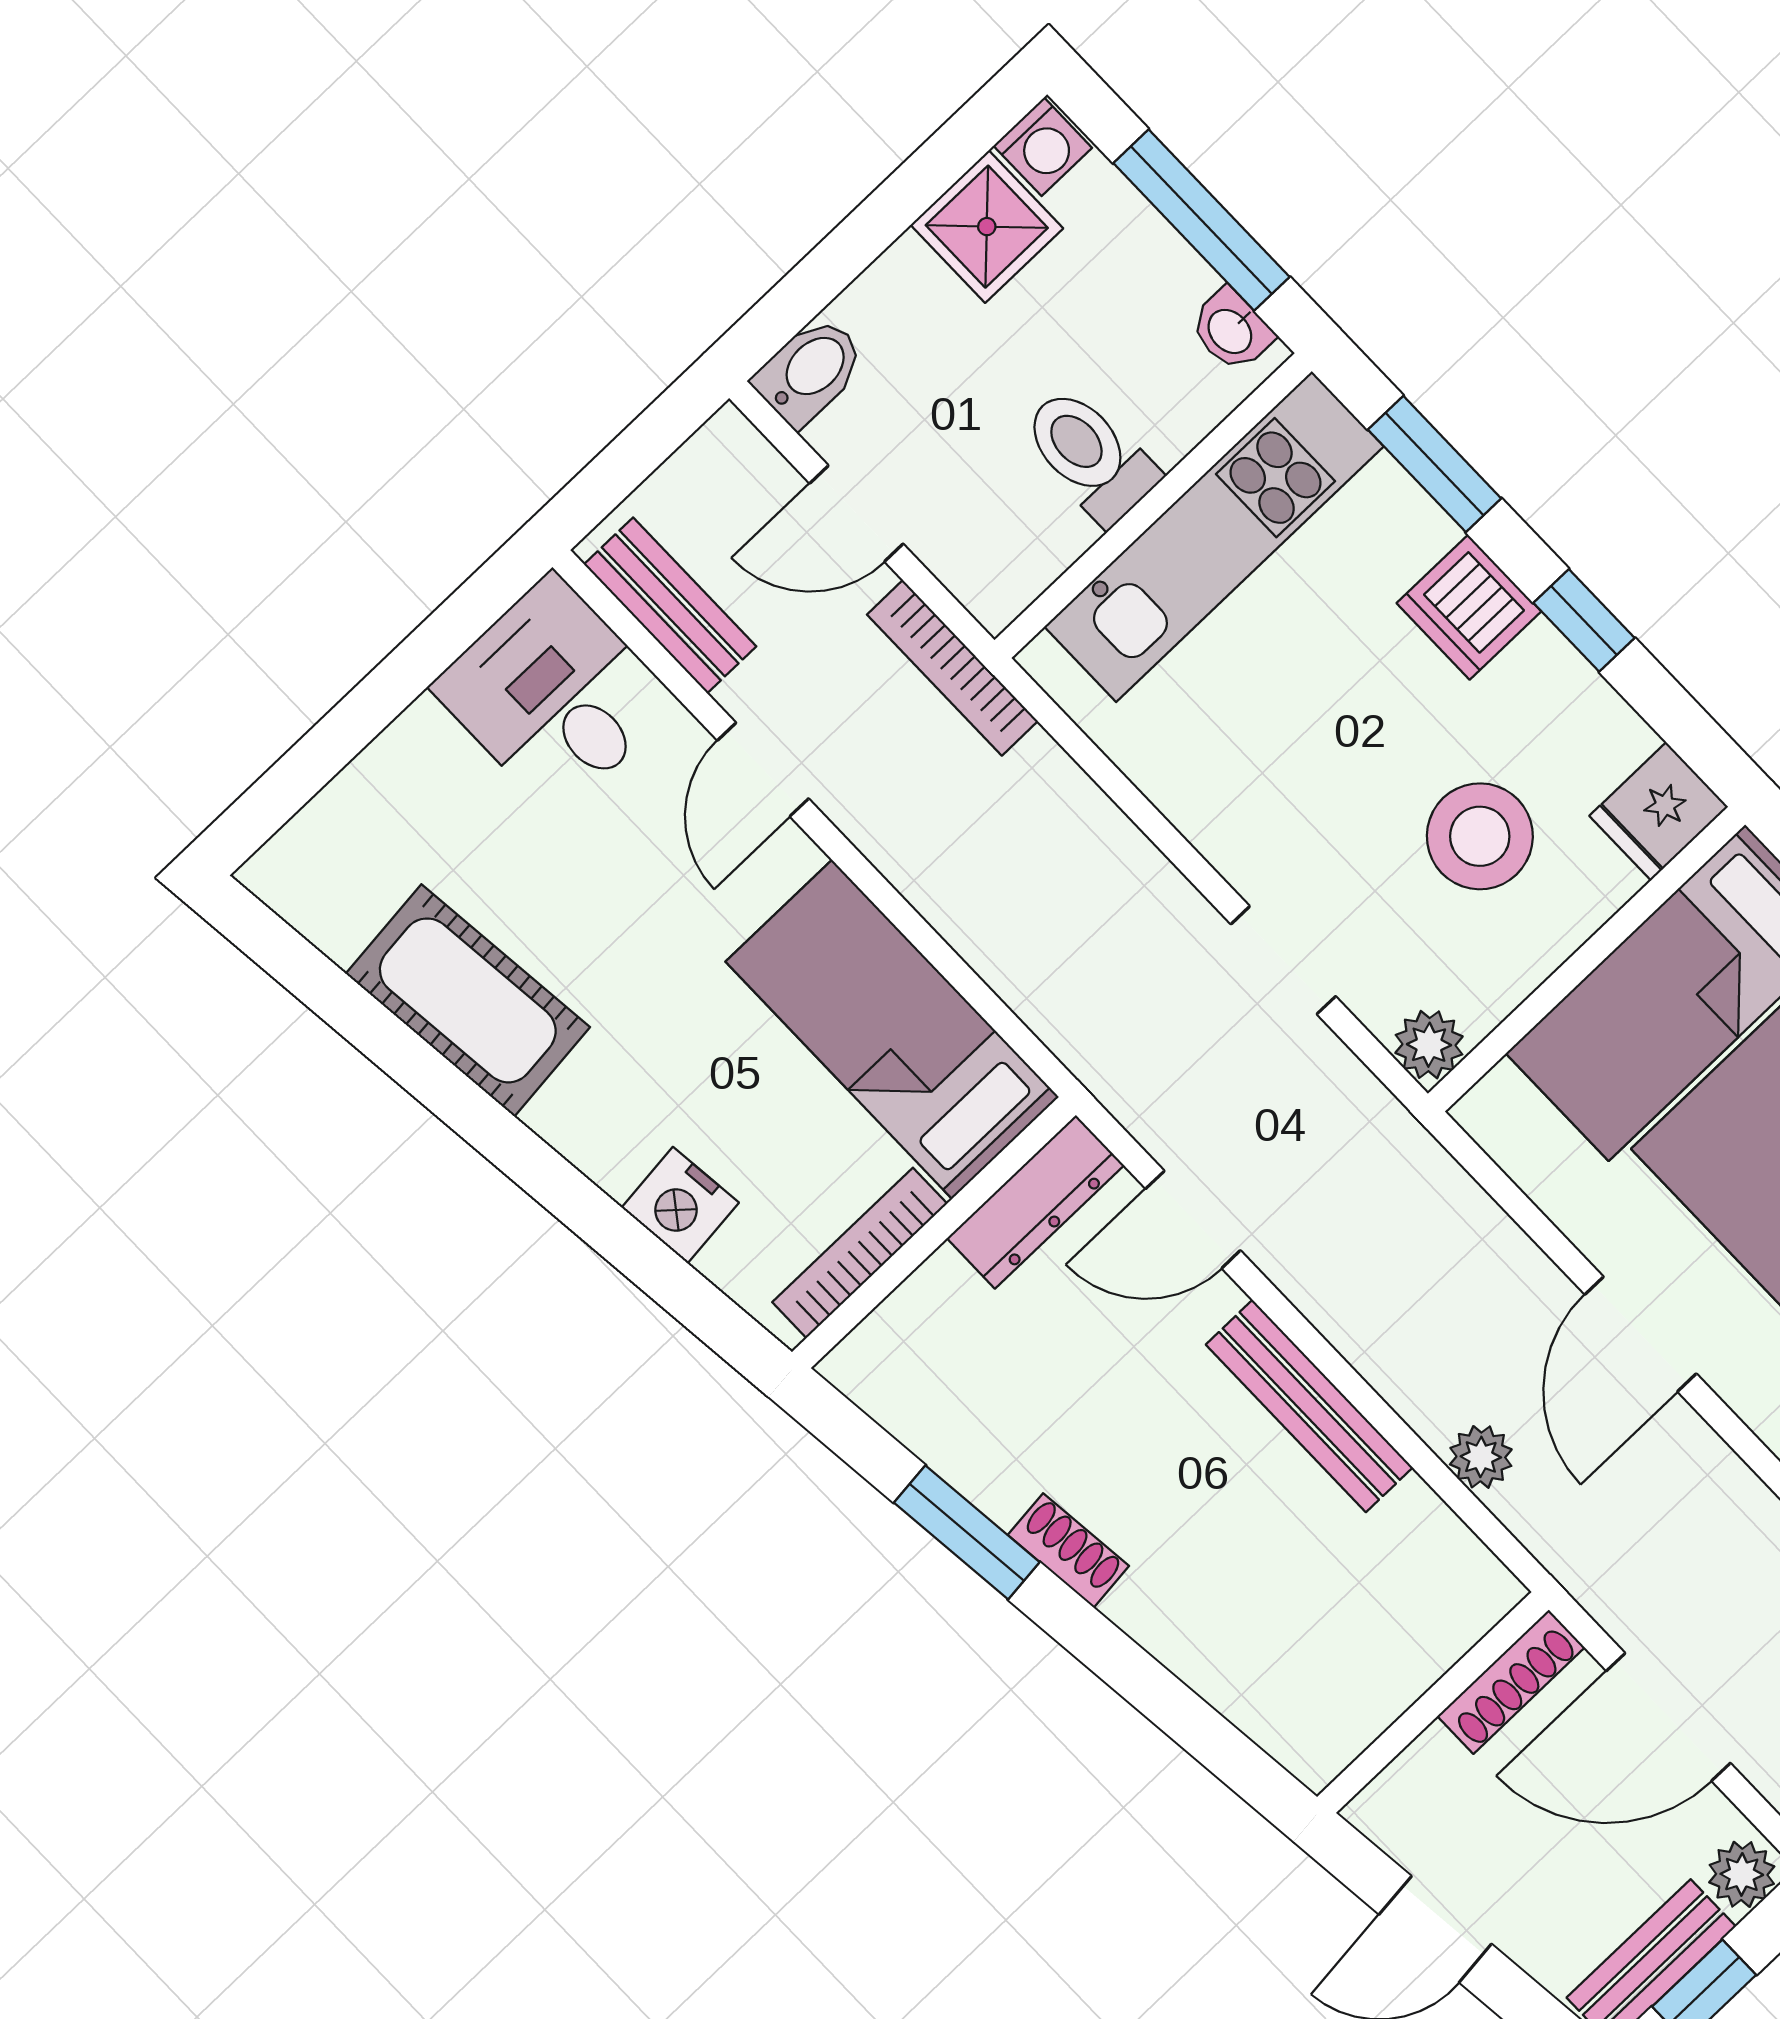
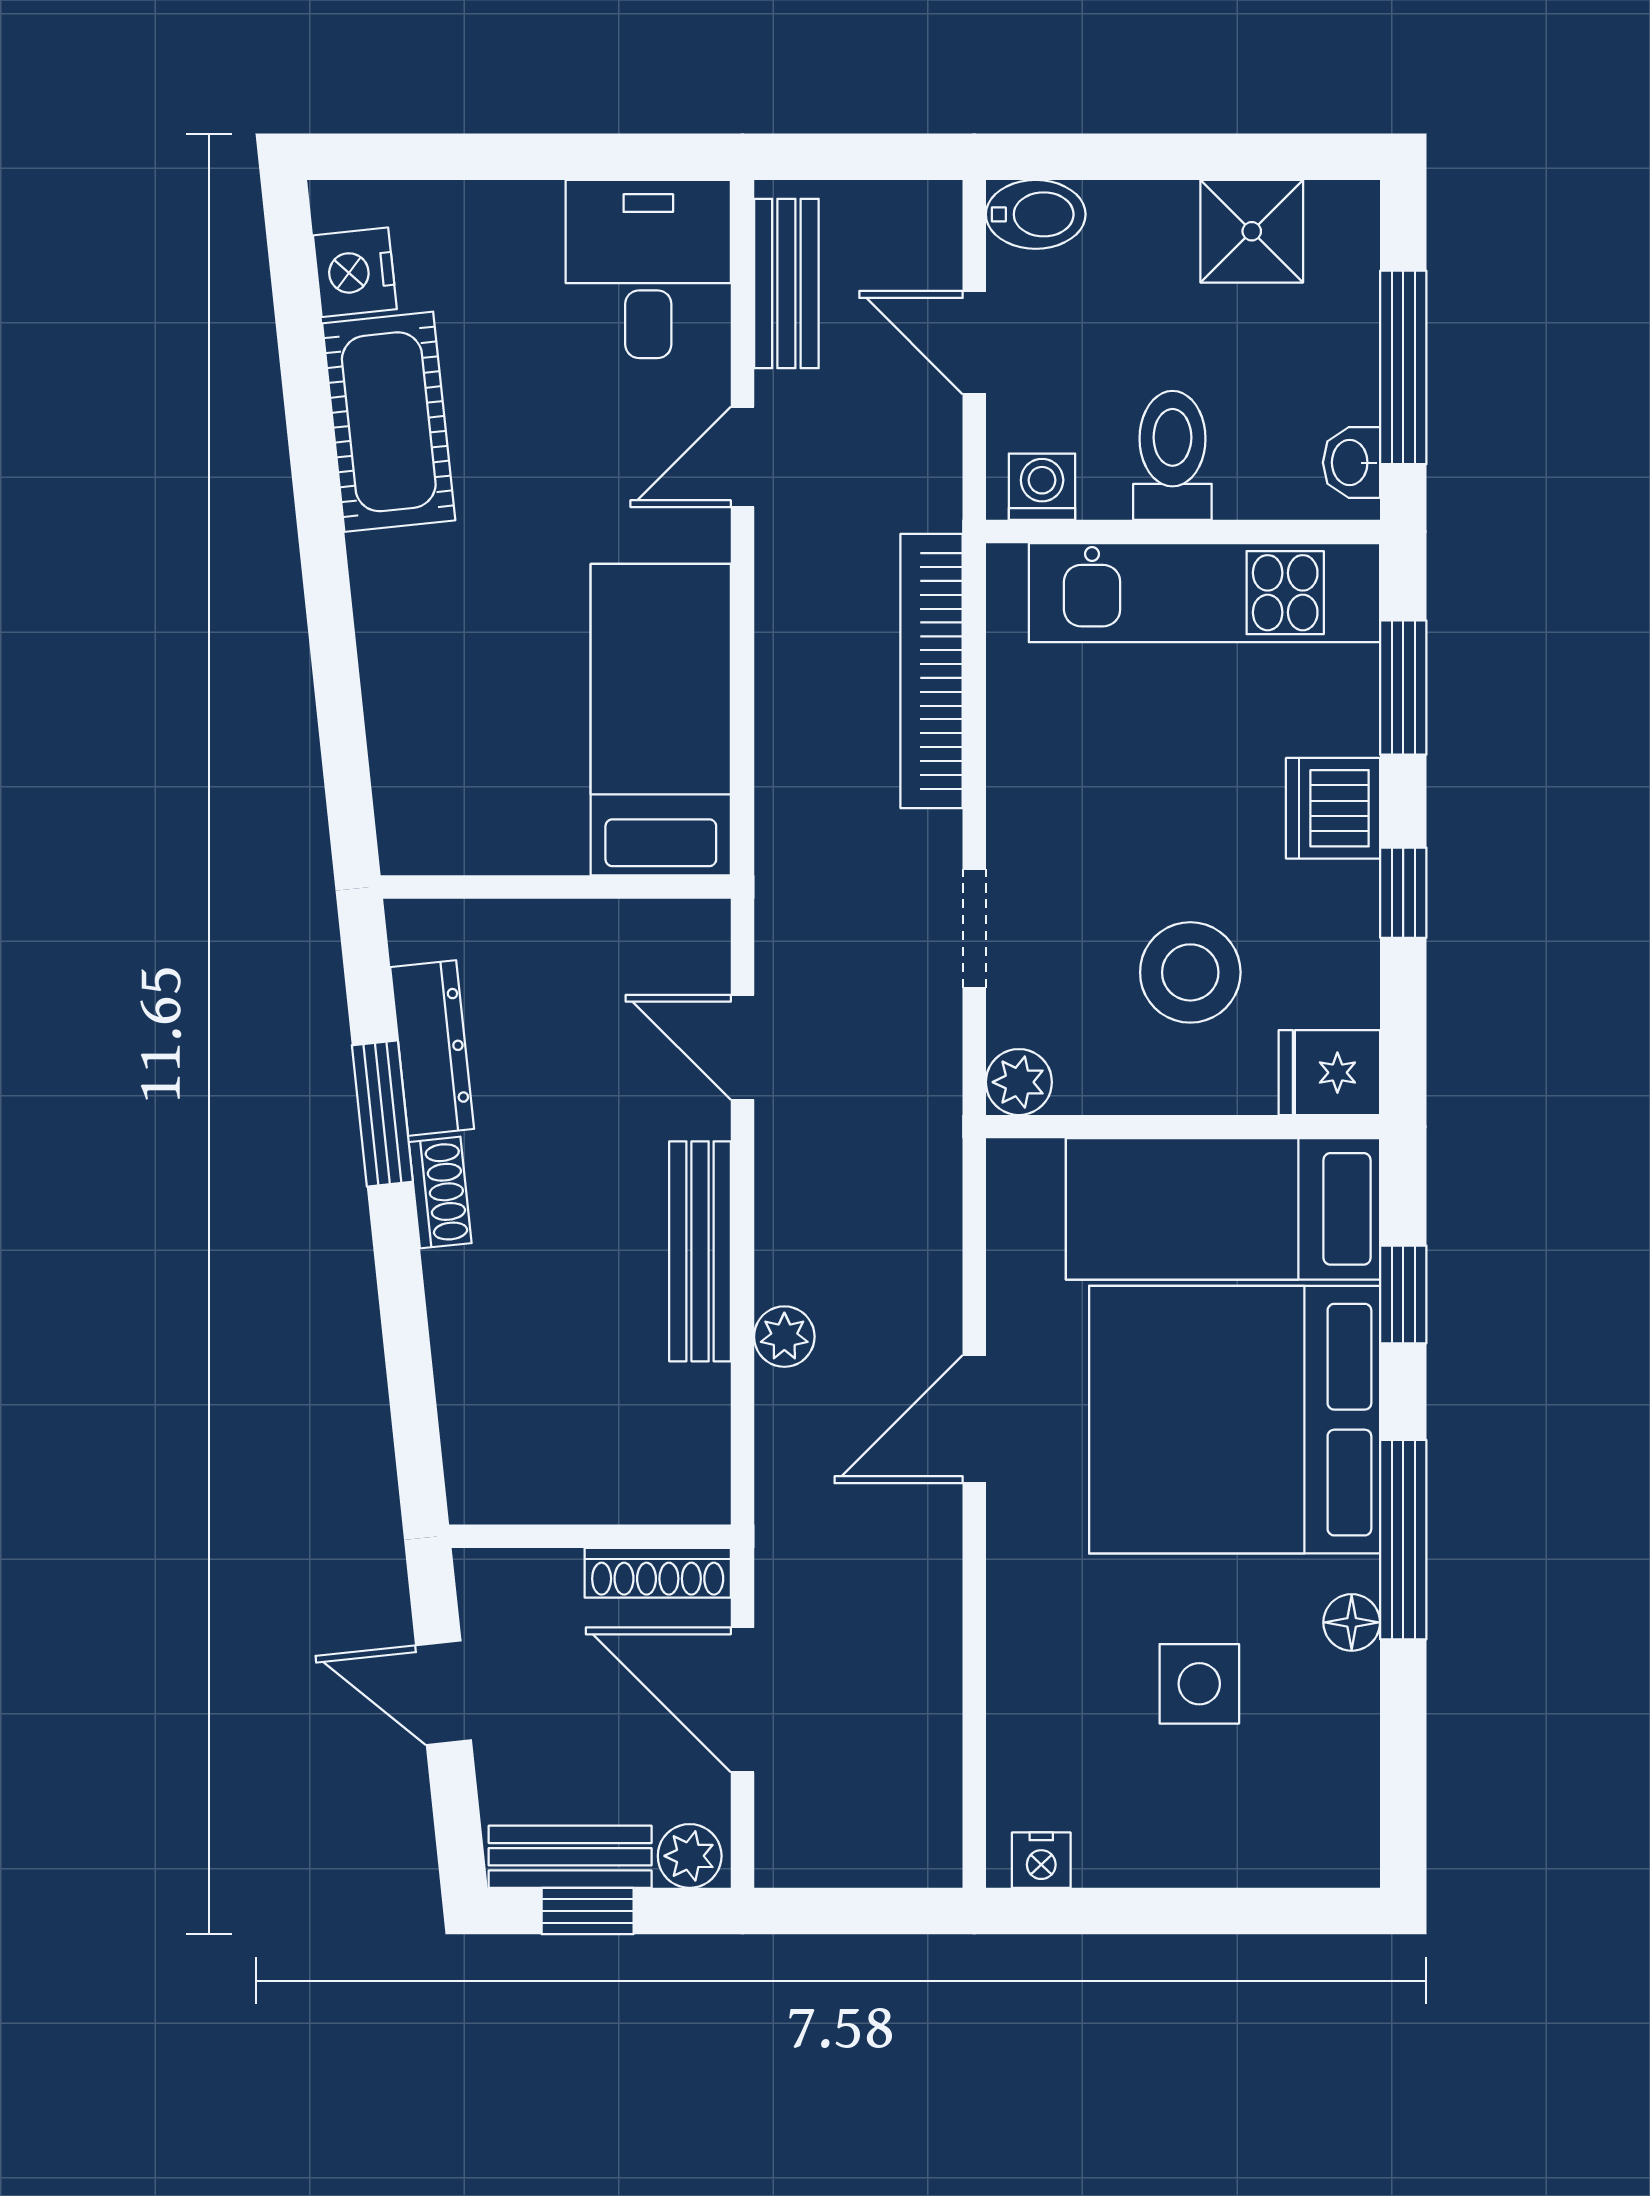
washing machine: (1043, 147) -> (1042, 487), moved, turned 180
bookcase: (952, 668) -> (932, 671), moved, width x1.48, depth x1.31
dresser: (1035, 1202) -> (432, 1048), moved, turned -96
nightstand: (680, 1205) -> (355, 272), moved
bookcase: (860, 1253) -> (492, 852), removed
plant: (1481, 1457) -> (784, 1337), moved

